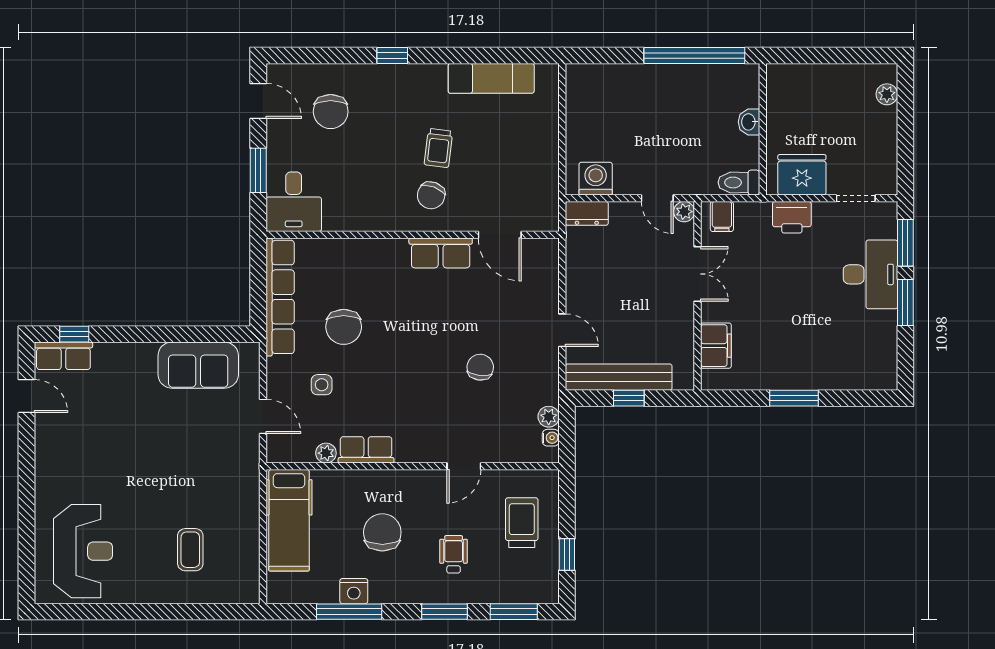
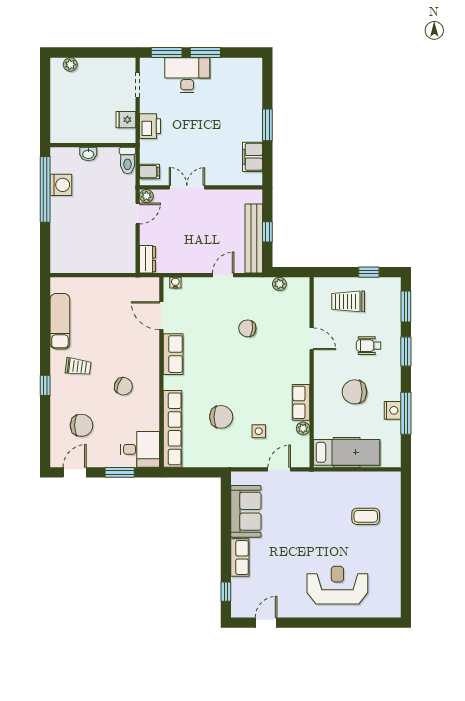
trolley: (438, 148) -> (78, 367), moved
fridge: (802, 175) -> (126, 120), width x0.53, depth x0.75
washing machine: (596, 179) -> (61, 185), moved, turned 180
chair: (431, 195) -> (123, 386), moved
door: (500, 235) -> (161, 316), swing flipped
row of seats: (280, 297) -> (172, 429), moved, turned 90
filing cabinet: (716, 346) -> (252, 157), moved, turned -90
row of seats: (63, 356) -> (240, 557), moved
water cooler: (551, 438) -> (175, 283), moved
reception desk: (83, 551) -> (337, 585), moved

